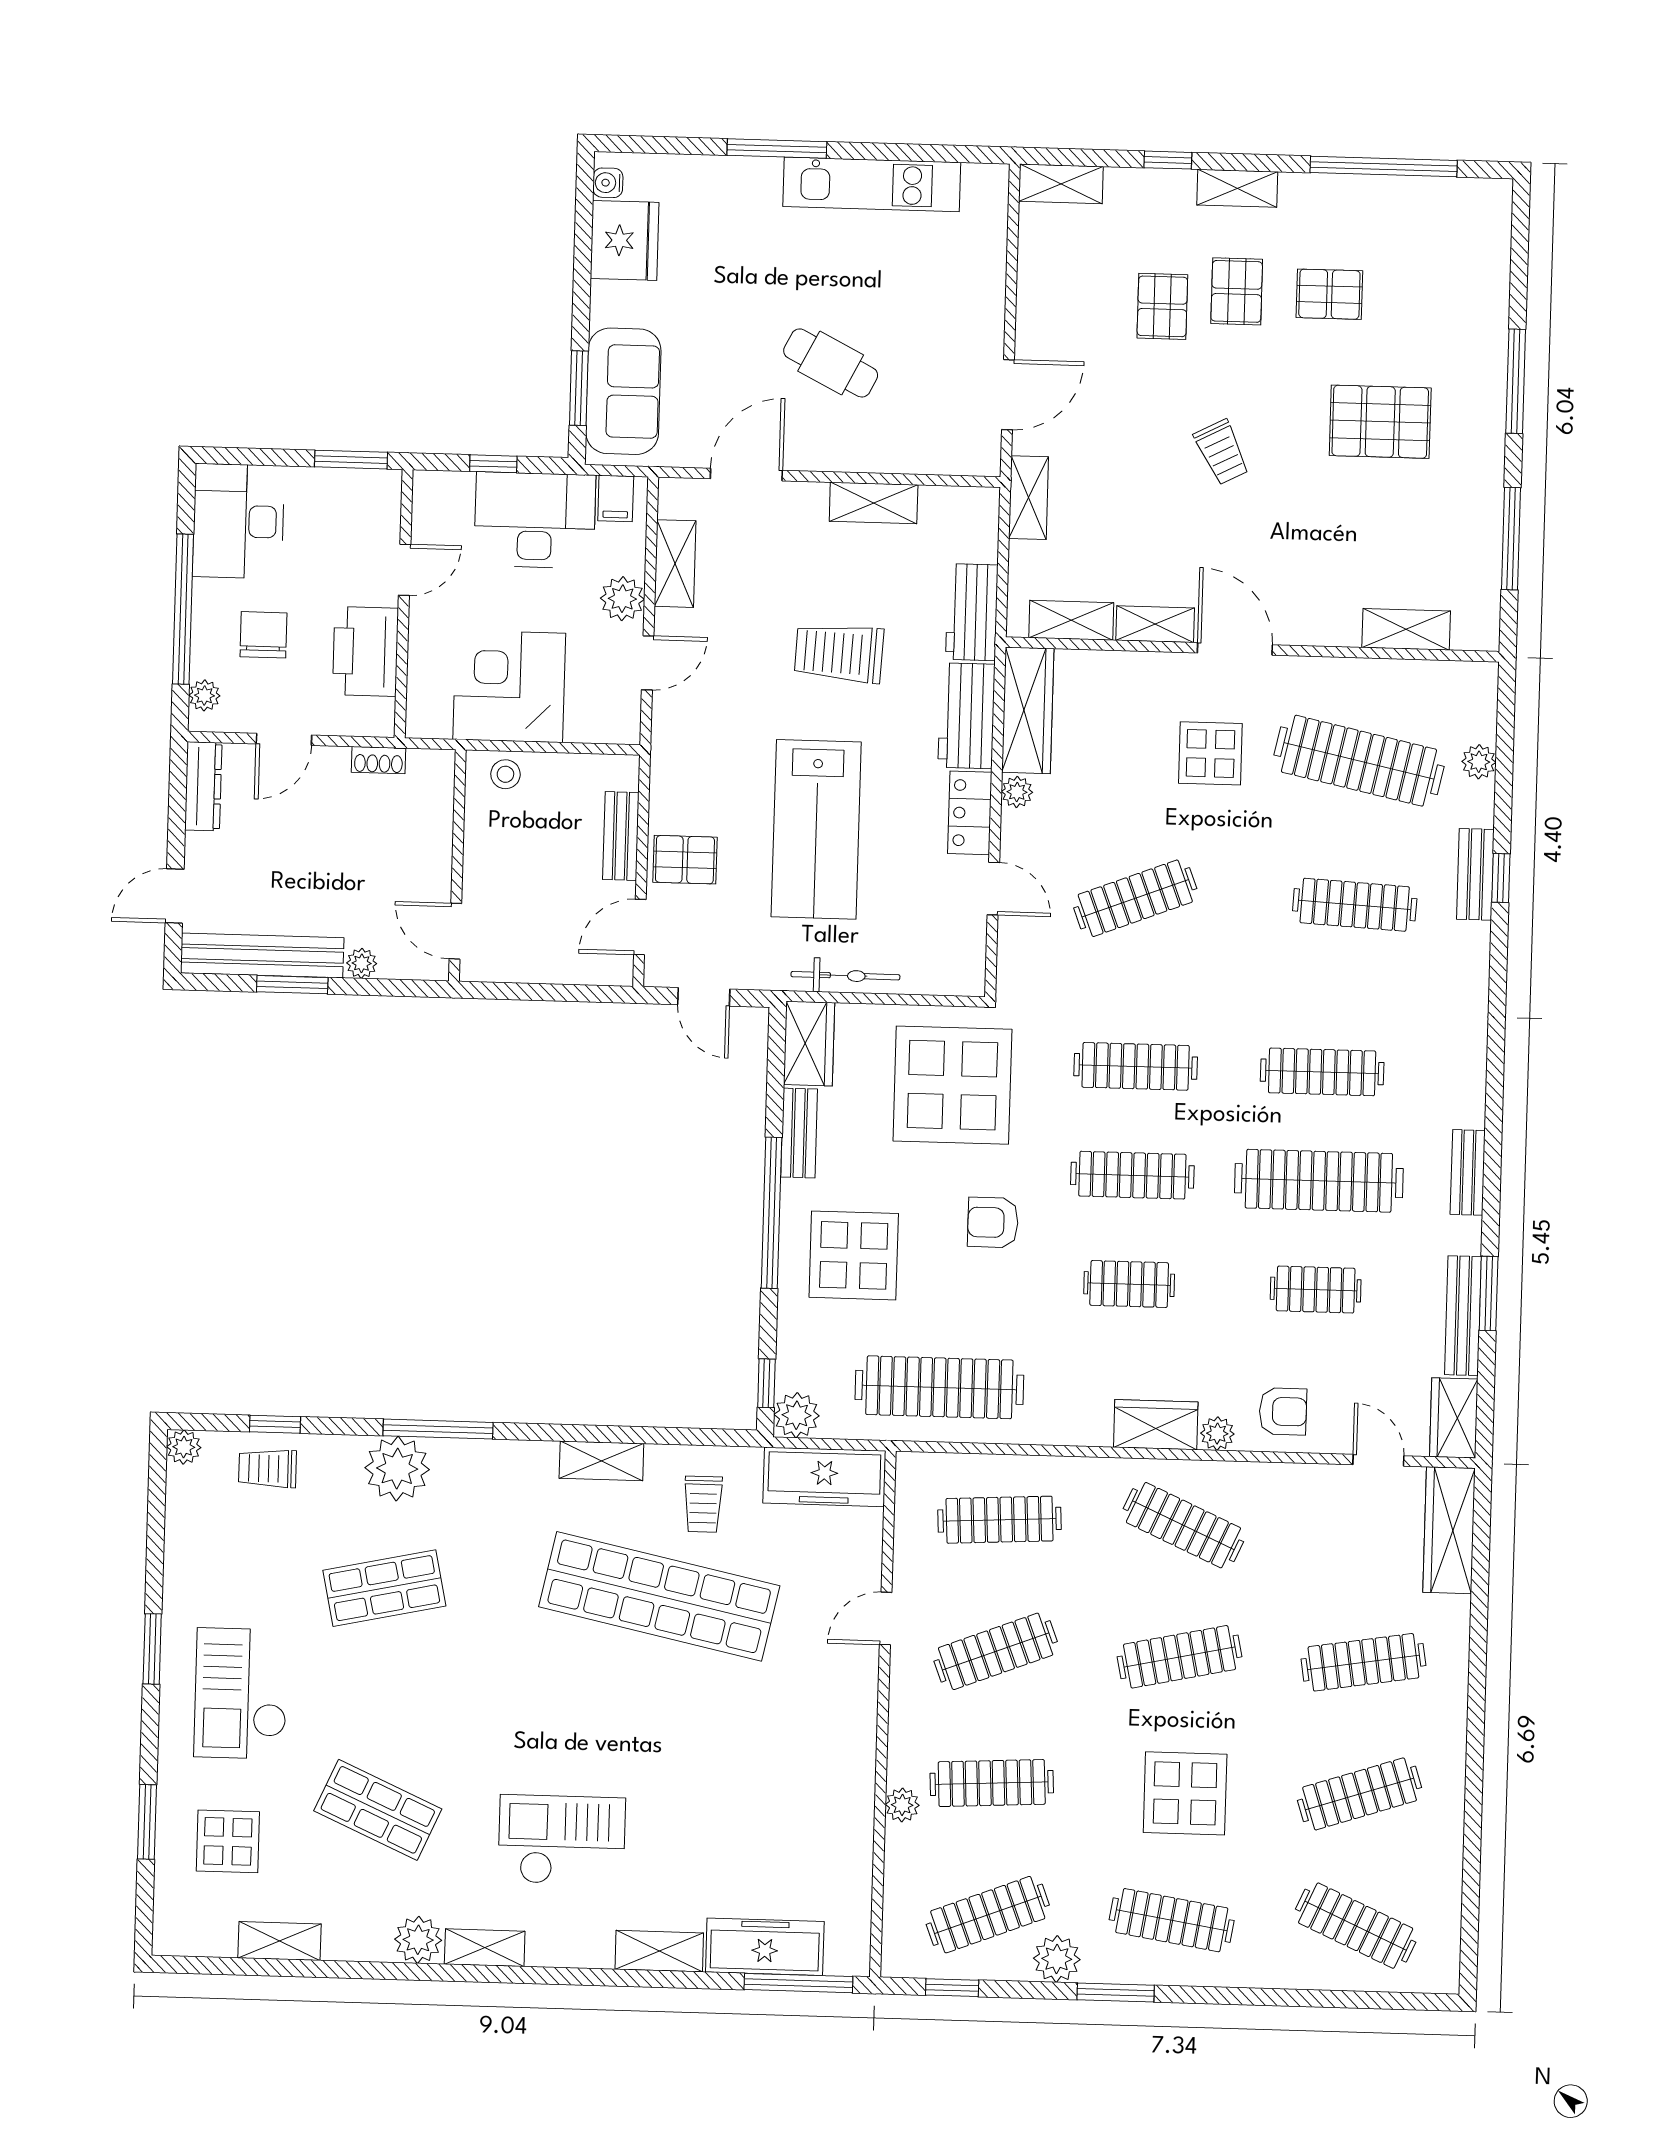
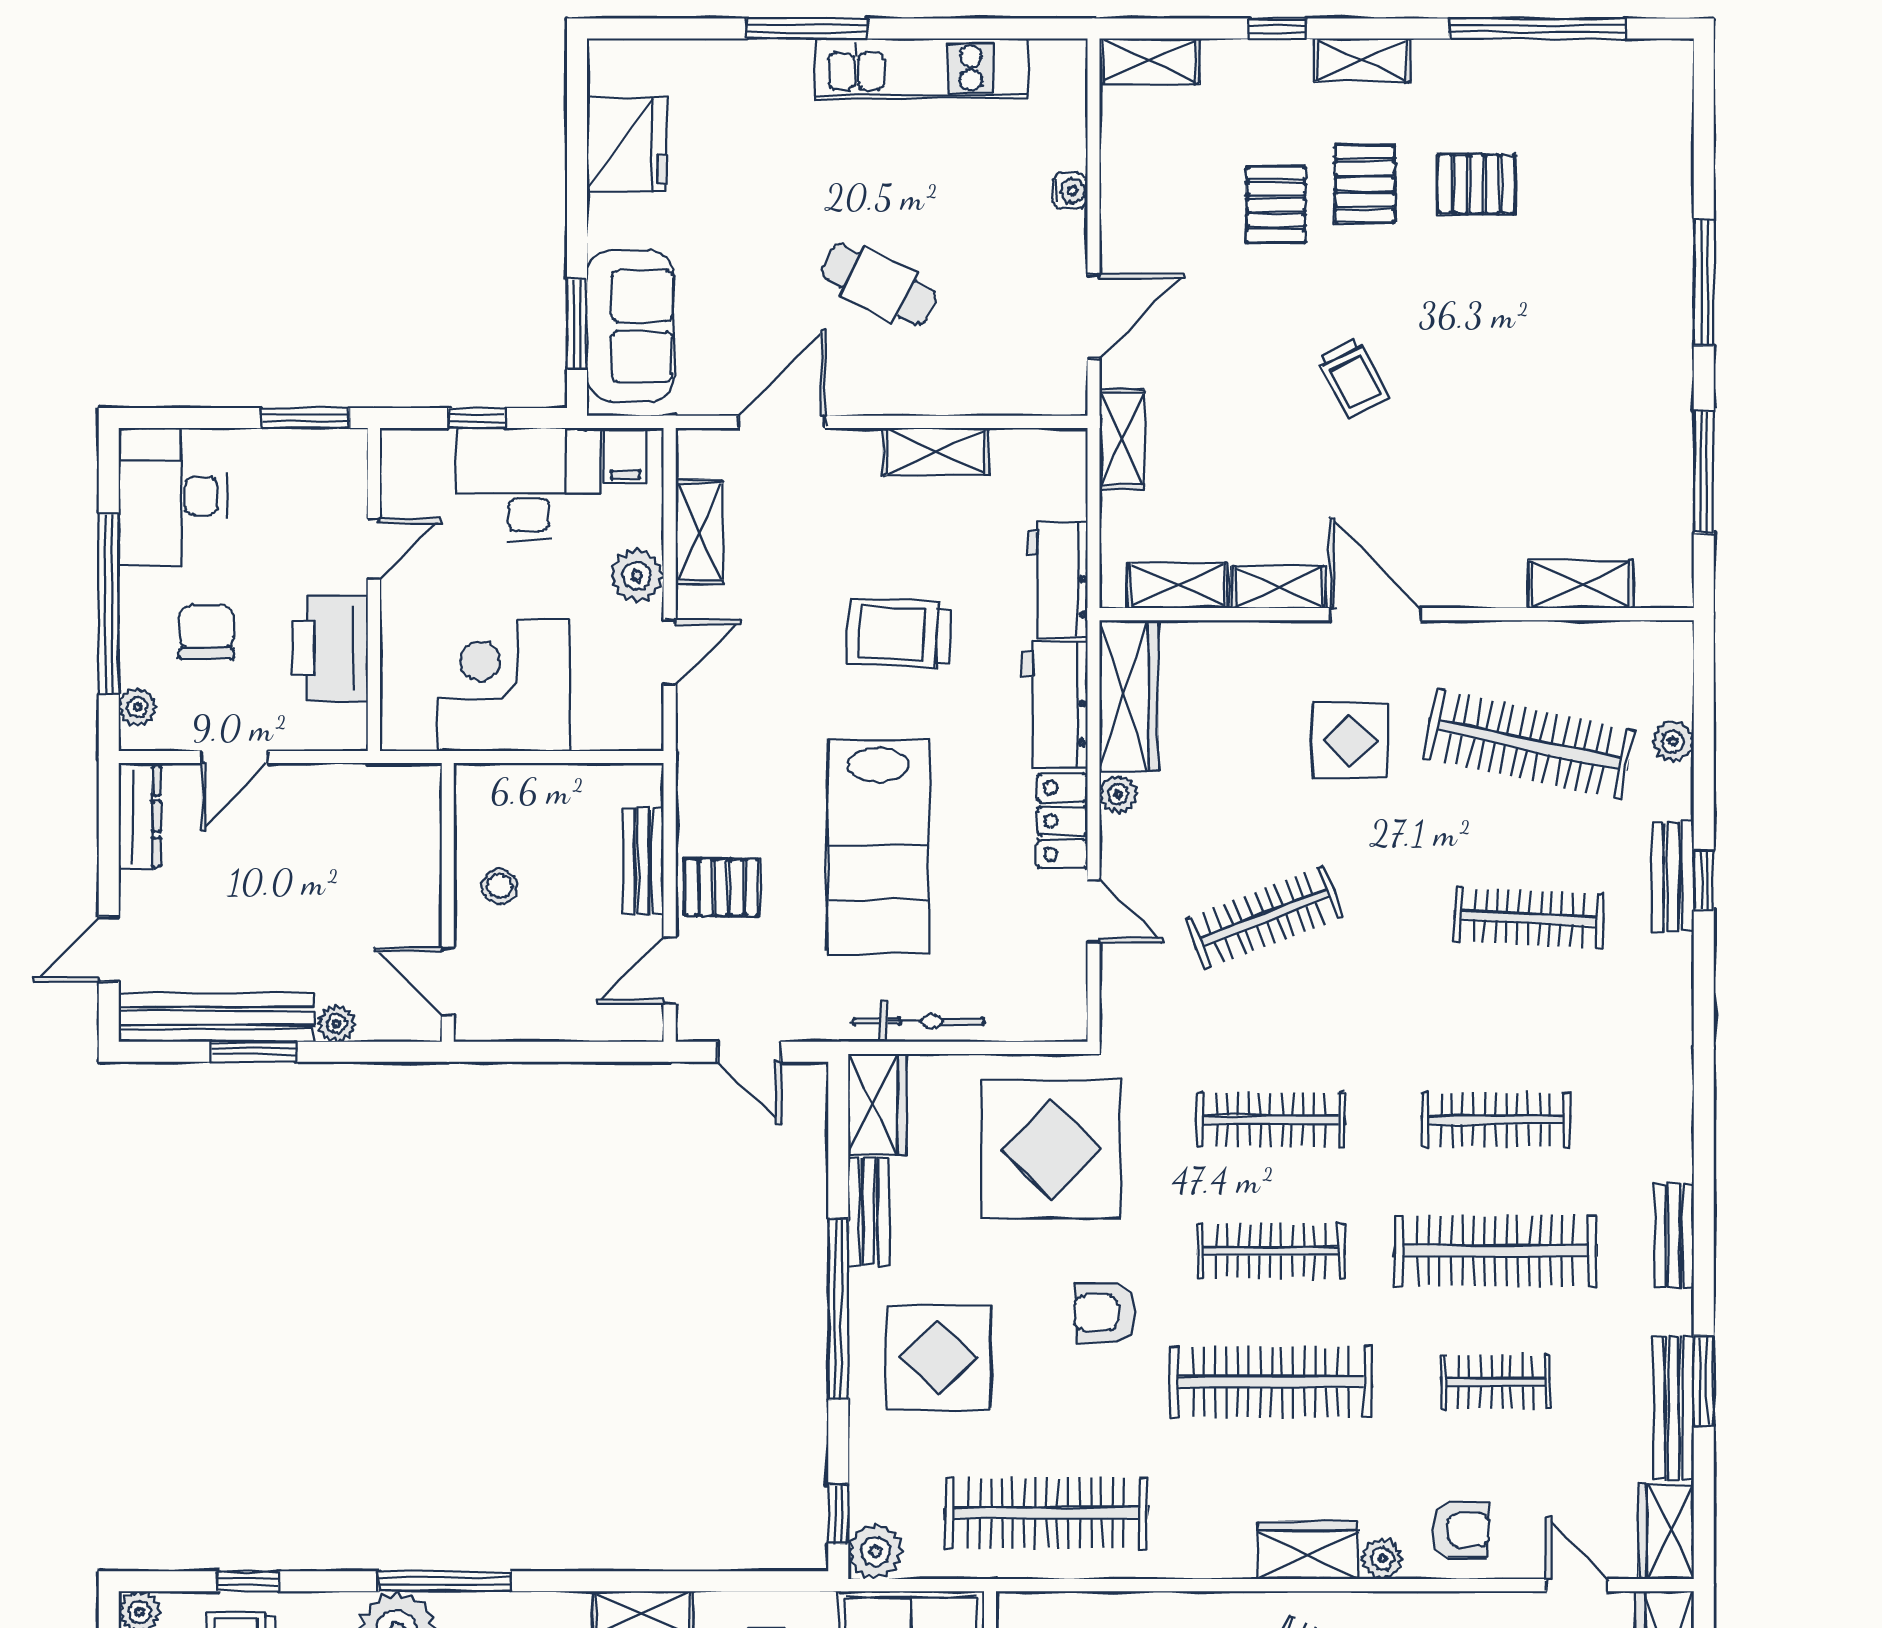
water cooler: (608, 183) -> (1070, 191), moved, turned 180
pallet: (1380, 422) -> (1542, 336), removed
shoe rack: (378, 760) -> (349, 779), removed
stool: (505, 774) -> (499, 886), moved
clothes rail: (1129, 1284) -> (1271, 1382), width x1.86, depth x1.31

